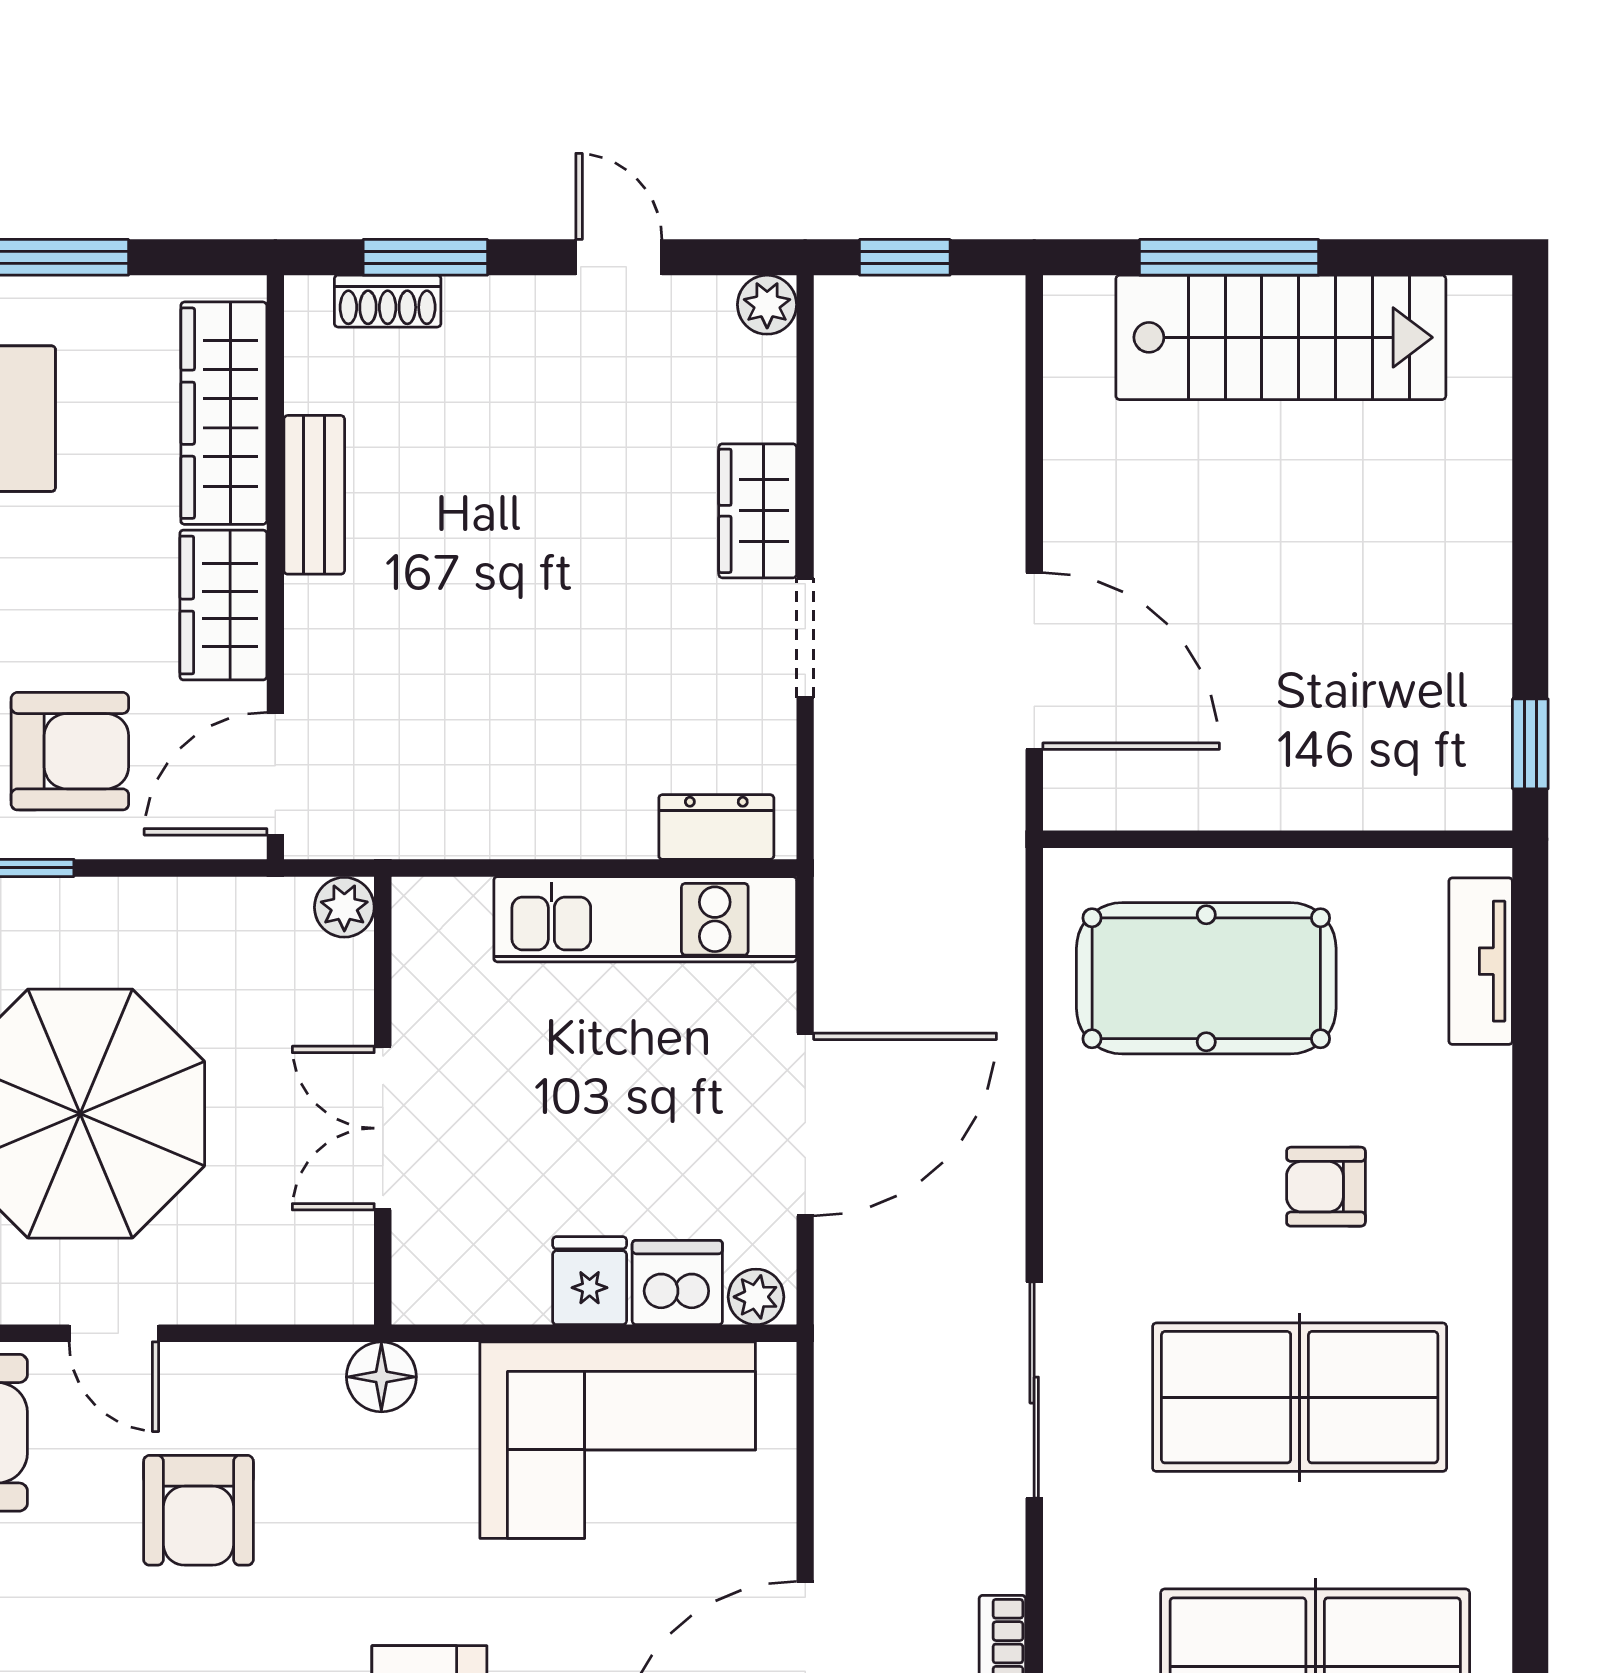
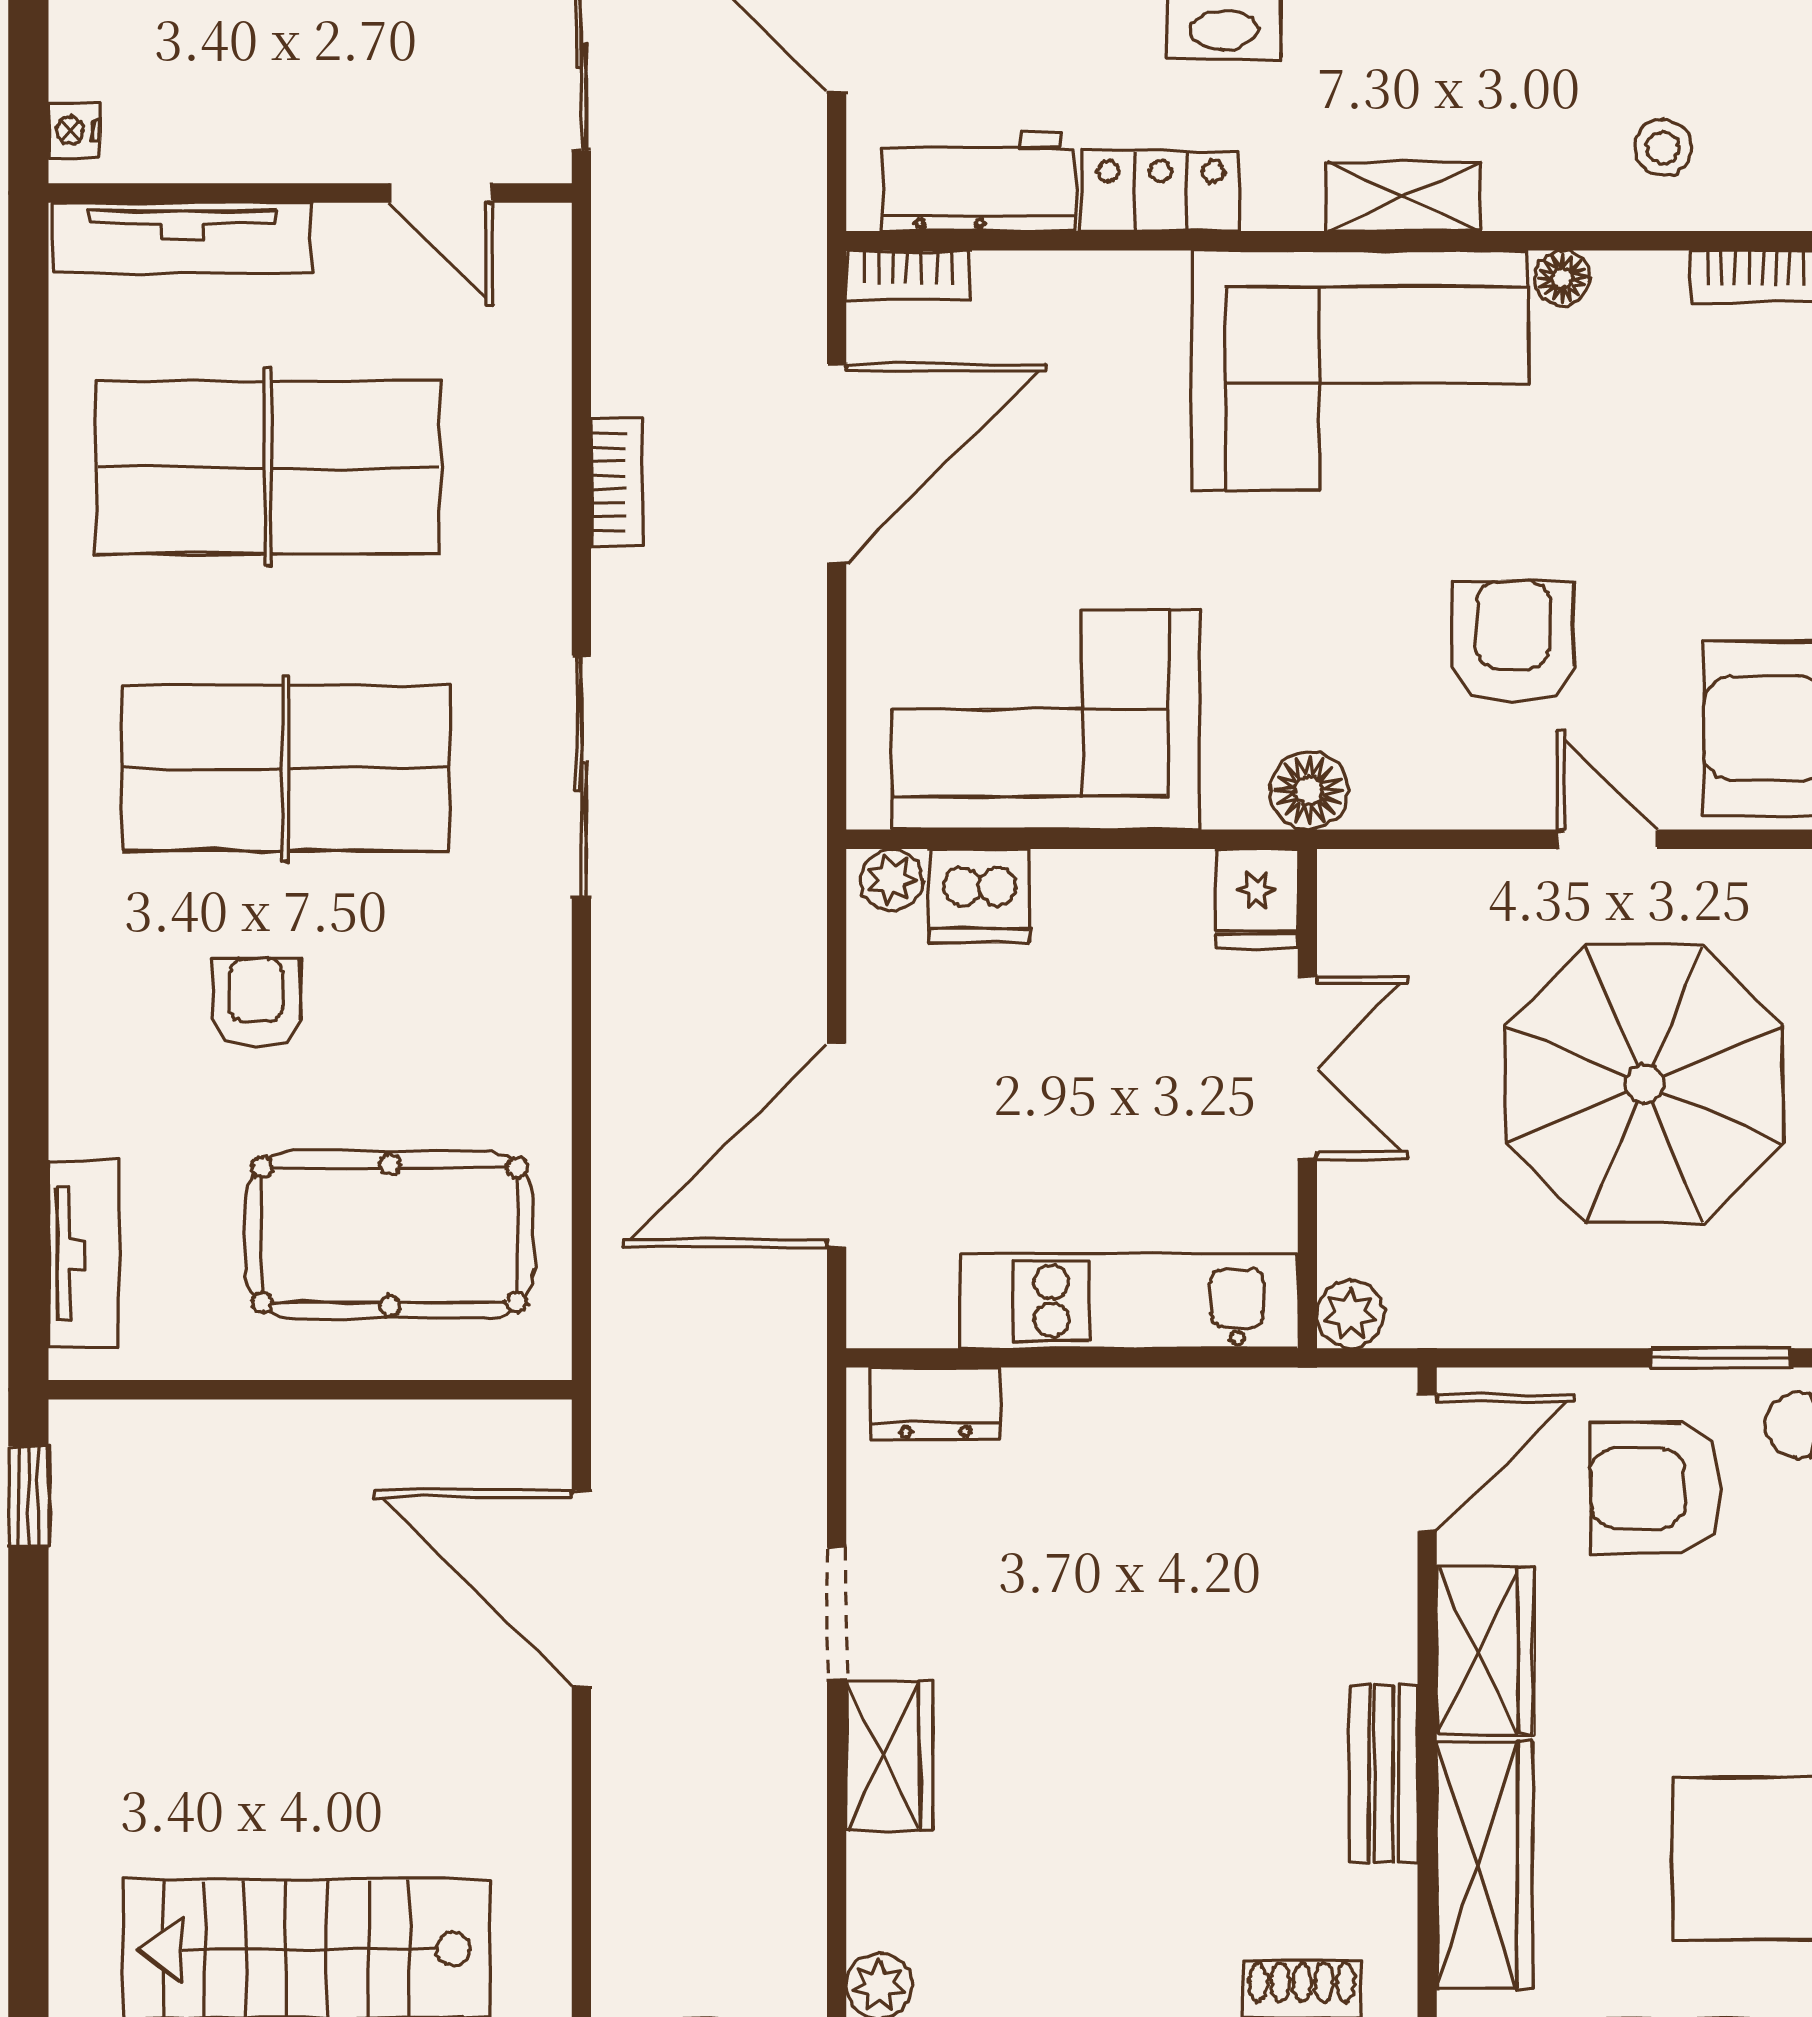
kitchen unit: (645, 919) -> (1129, 1301), moved
door: (805, 1124) -> (837, 1145), moved
armchair: (1326, 1187) -> (256, 1003), turned -90
fridge: (590, 1281) -> (1257, 898), moved

